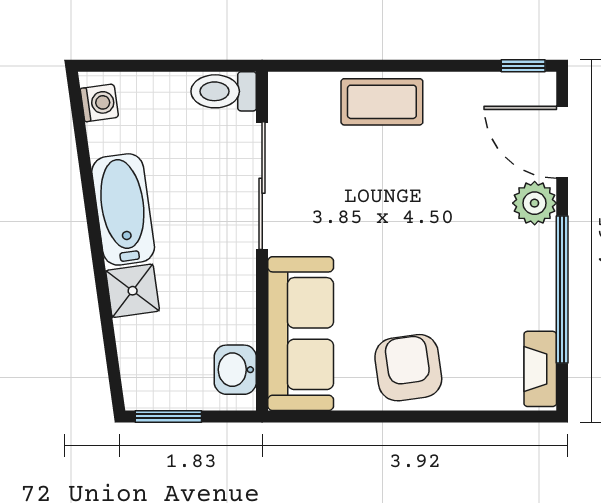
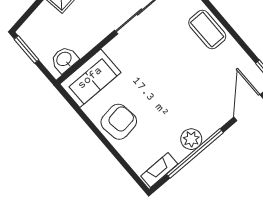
plant: (535, 203) -> (191, 139), moved
sofa: (301, 334) -> (90, 78), width x0.73

